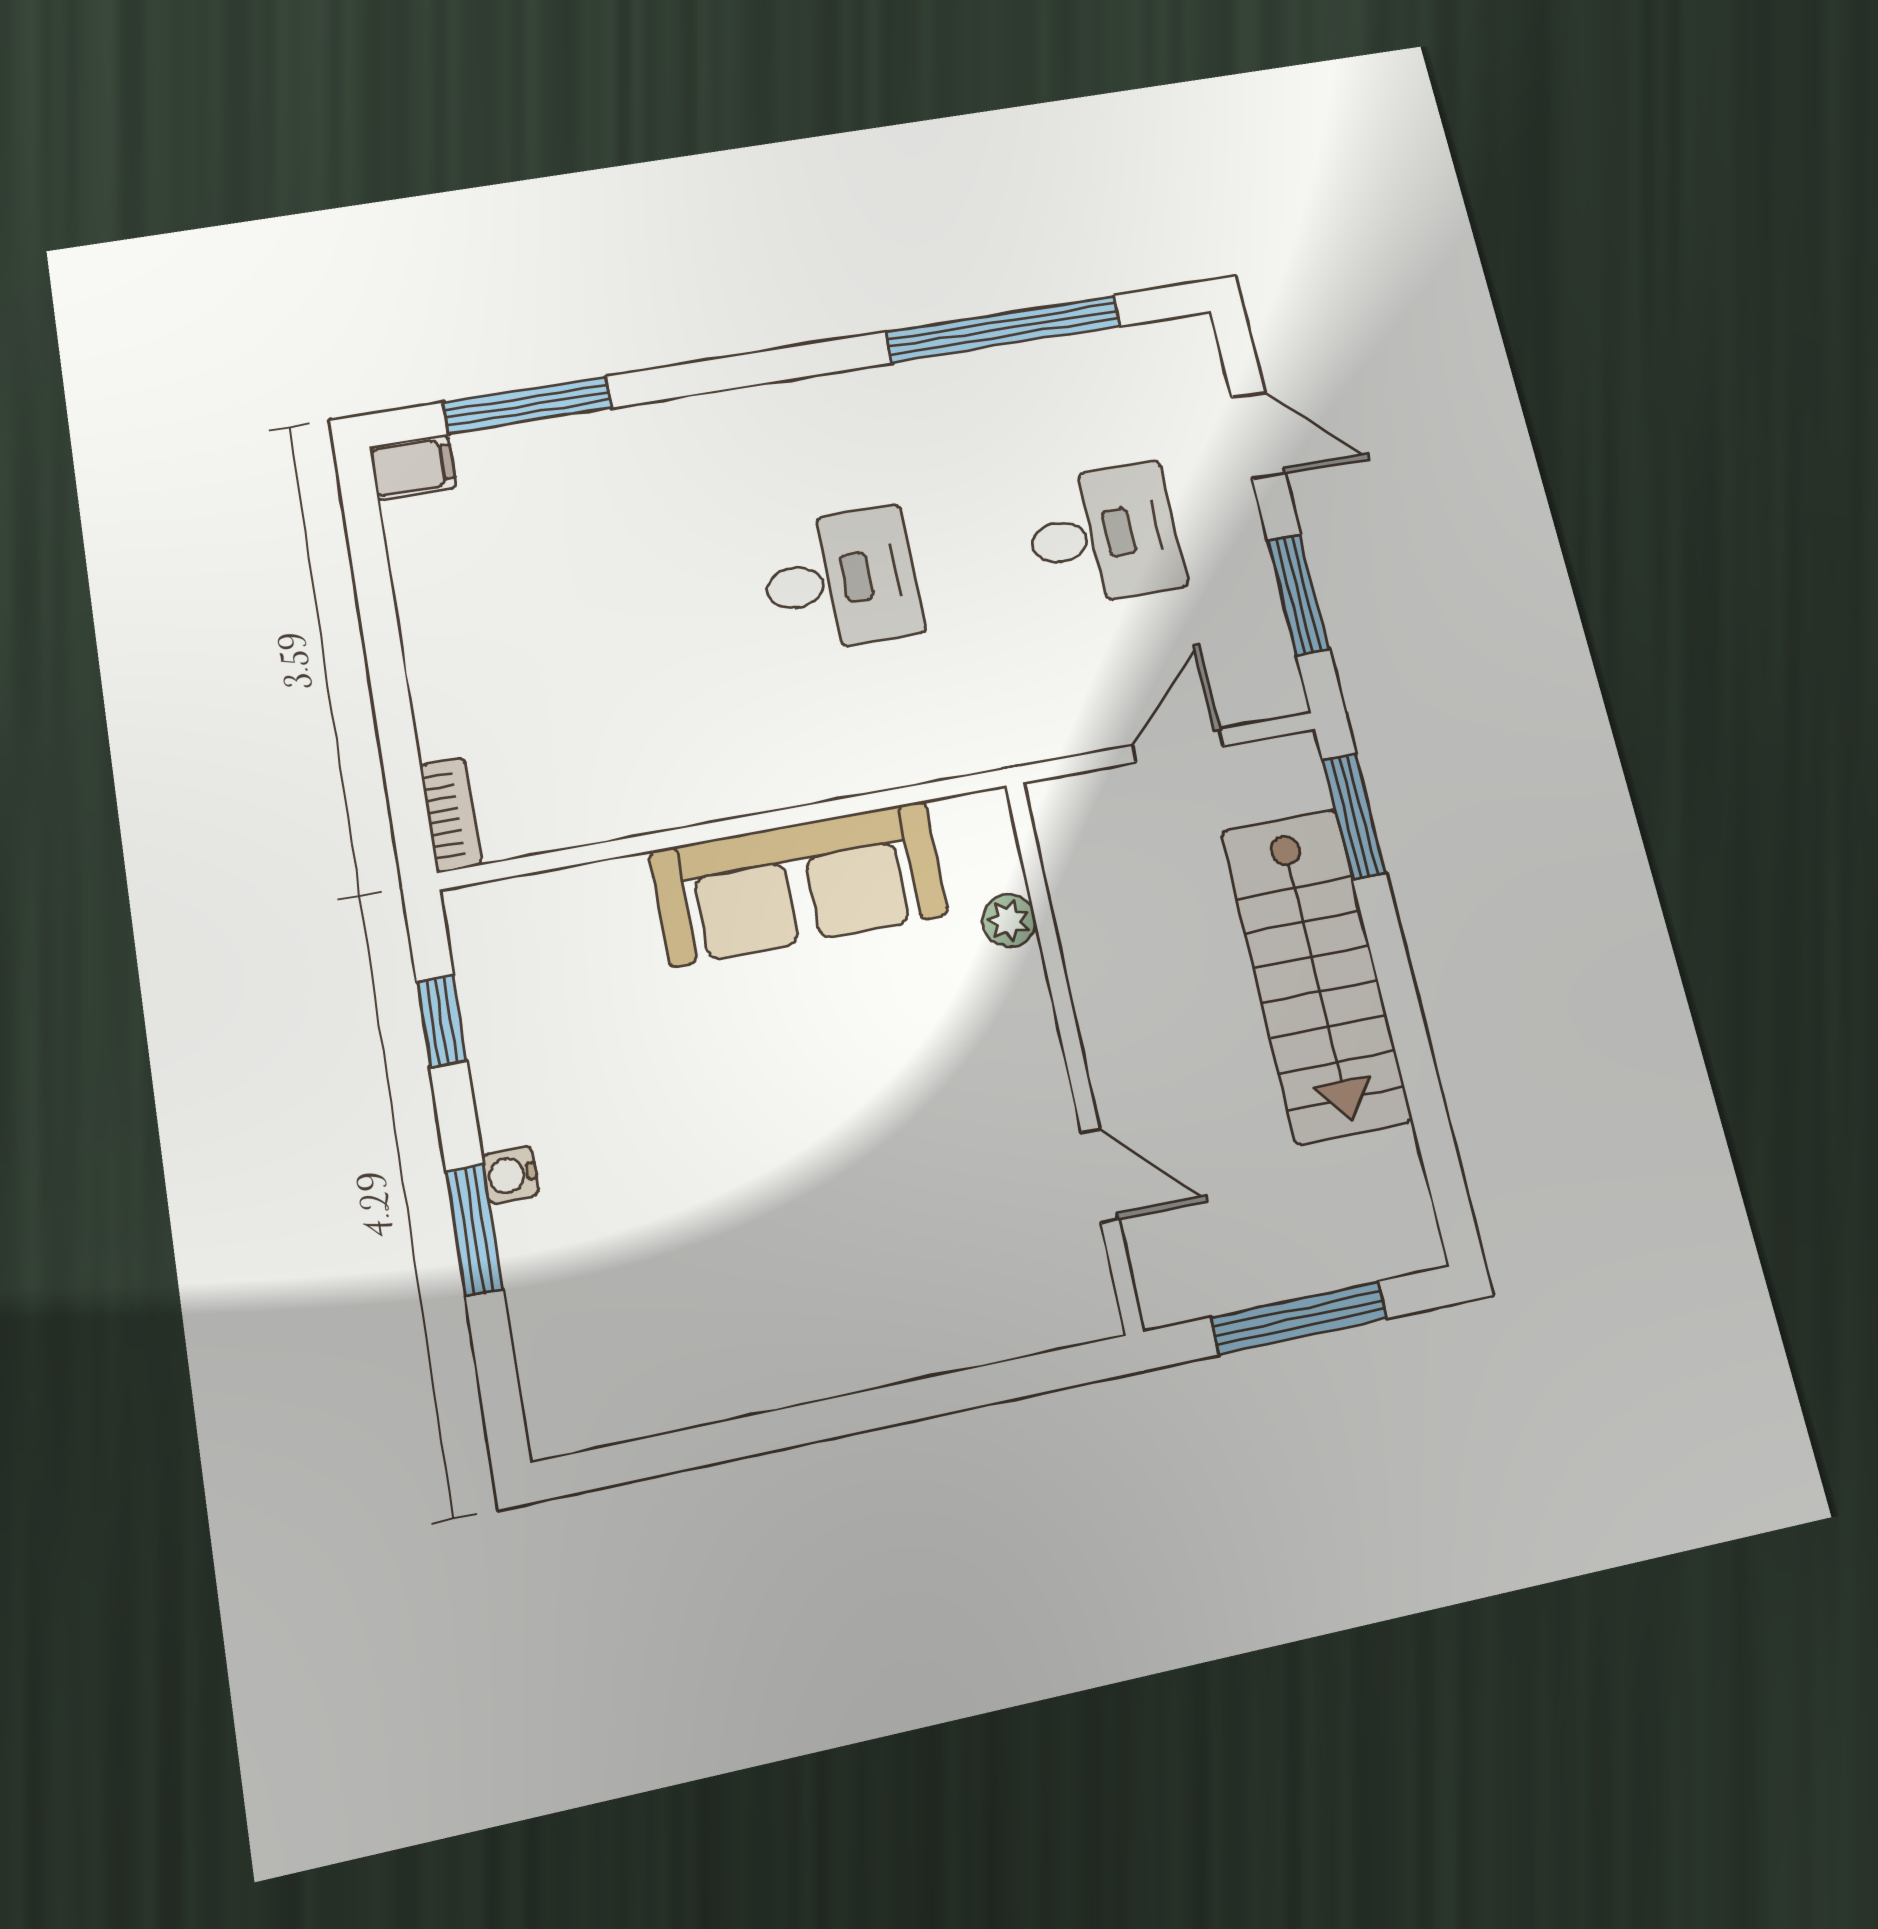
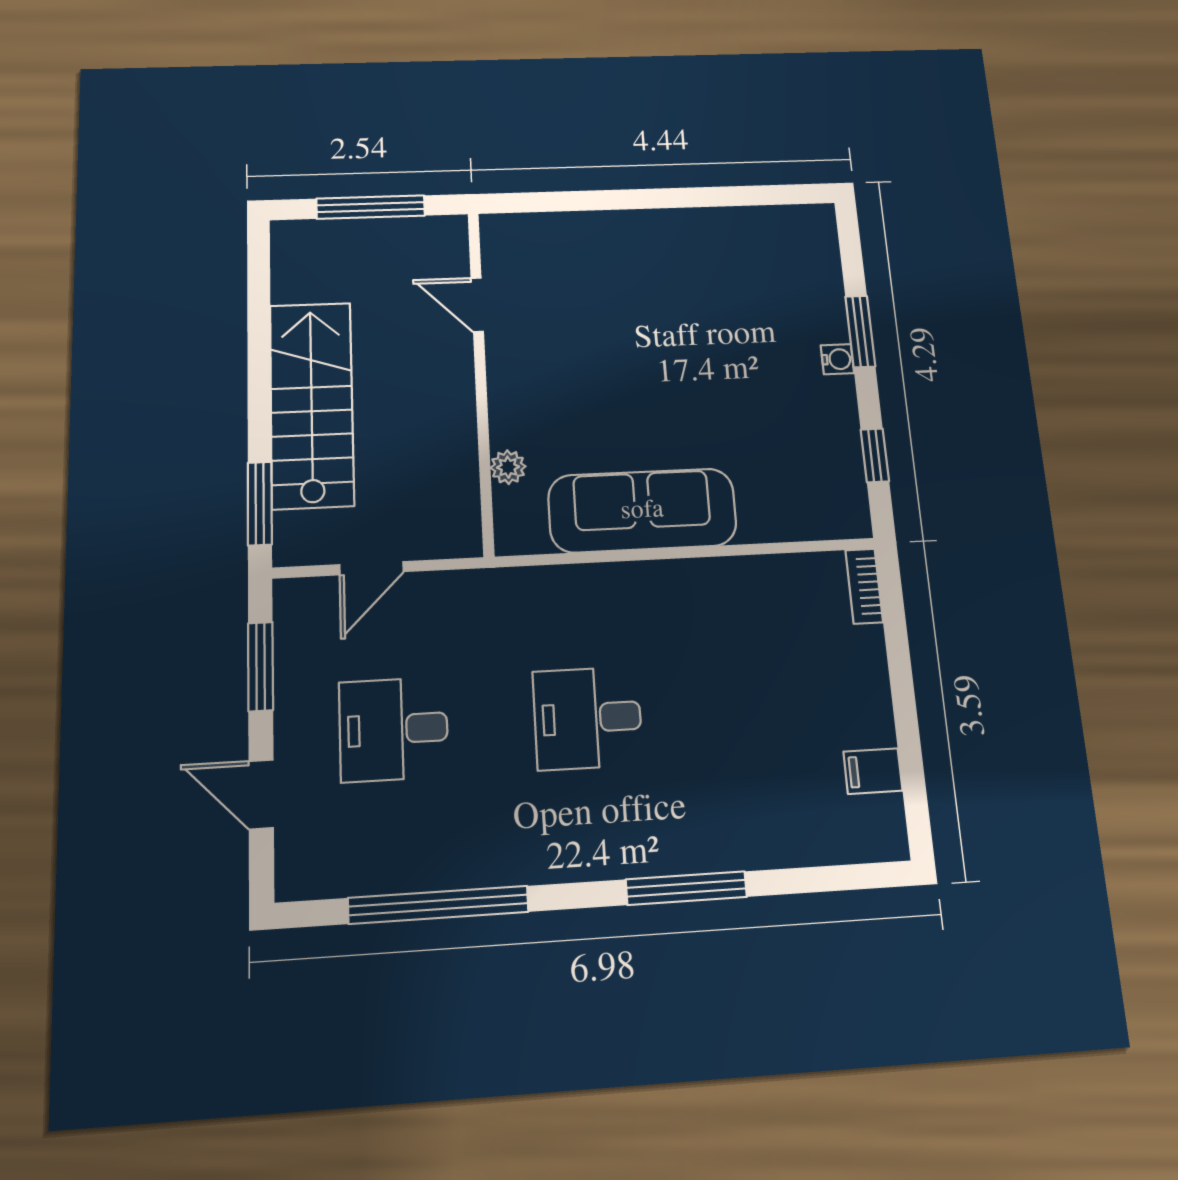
window: (527, 405) -> (686, 888), moved
filing cabinet: (413, 467) -> (873, 771), moved

